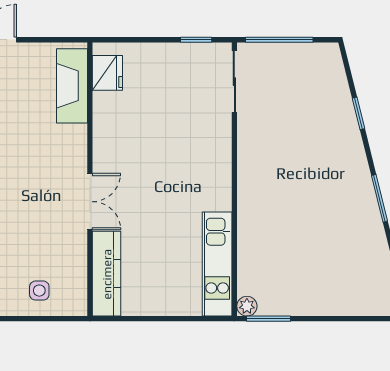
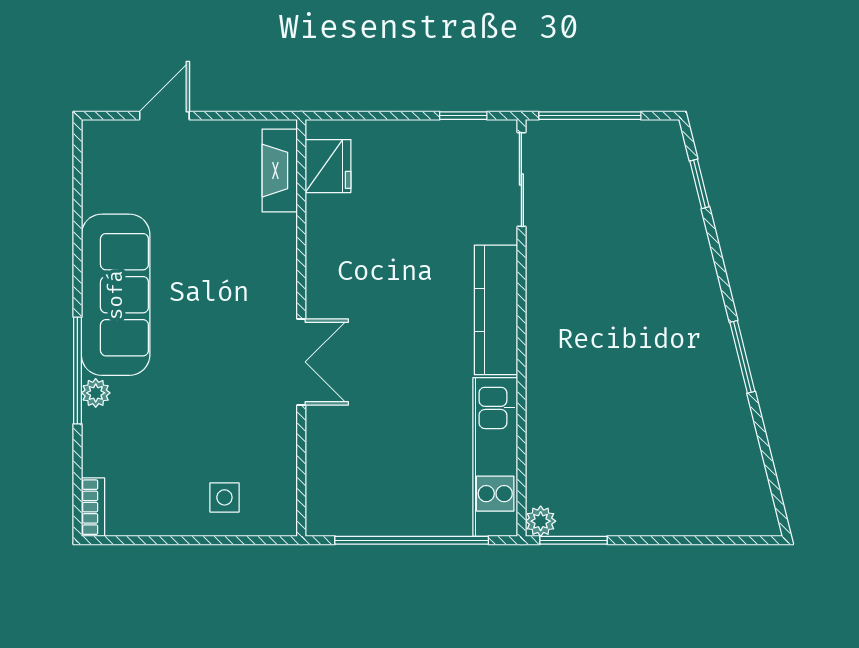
fireplace: (72, 86) -> (280, 171), width x0.73, depth x0.76
window: (358, 113) -> (700, 184), moved
kitchen counter: (107, 274) -> (496, 310), moved, turned 180
window: (162, 319) -> (412, 540), added

